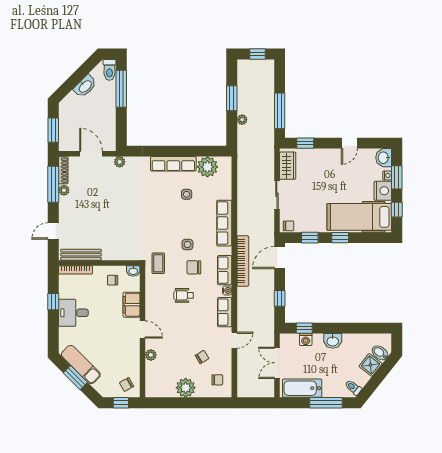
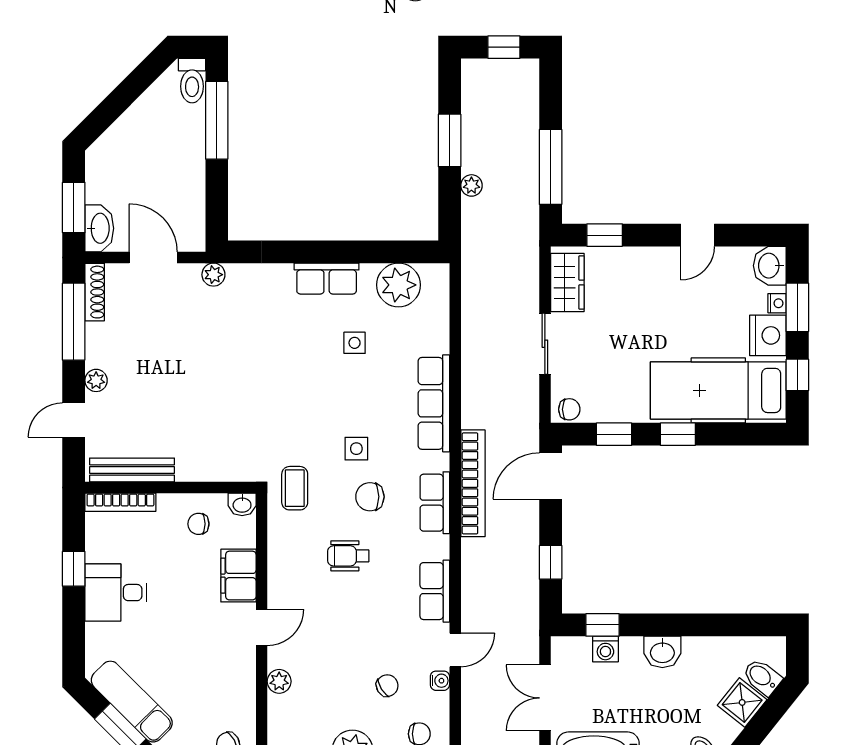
washbasin: (85, 86) -> (99, 228), moved, turned -45
row of seats: (173, 164) -> (327, 279), width x0.68
plant: (64, 190) -> (96, 380), moved
water cooler: (227, 290) -> (440, 681), moved
door: (143, 329) -> (262, 627), hinge flipped

